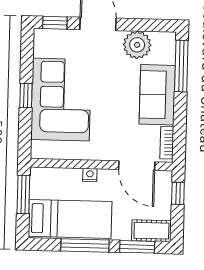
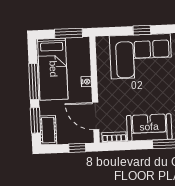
door: (137, 166) -> (96, 116), hinge flipped

